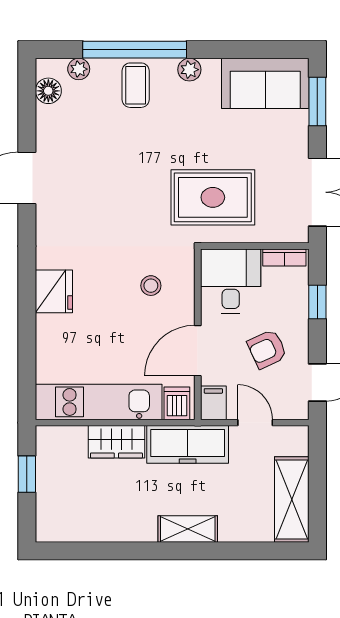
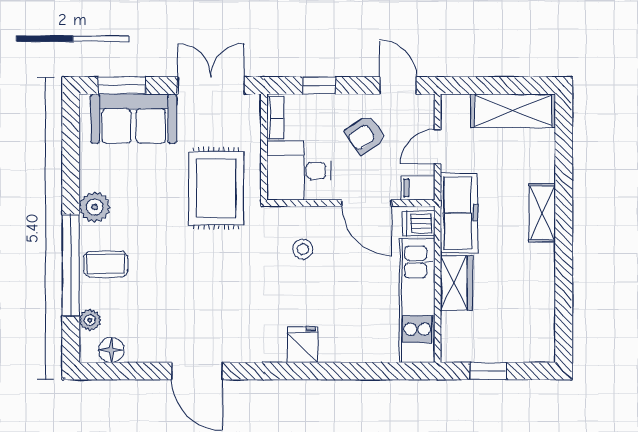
plant: (189, 70) -> (95, 207), width x1.38, depth x1.38
sofa: (265, 83) -> (134, 119), moved, turned 90
fridge: (54, 291) -> (303, 344), width x0.72
armchair: (267, 349) -> (365, 135), turned 81

